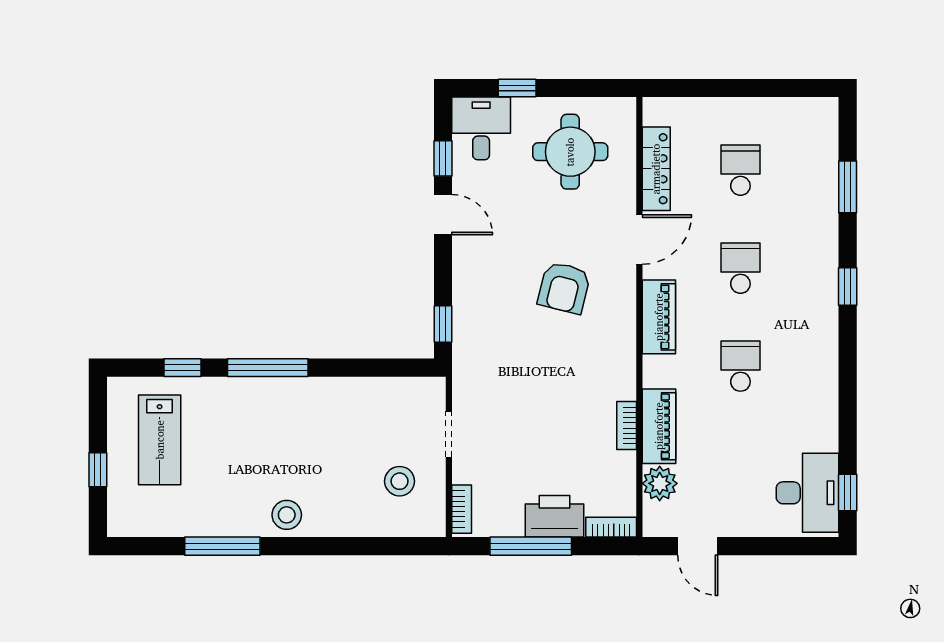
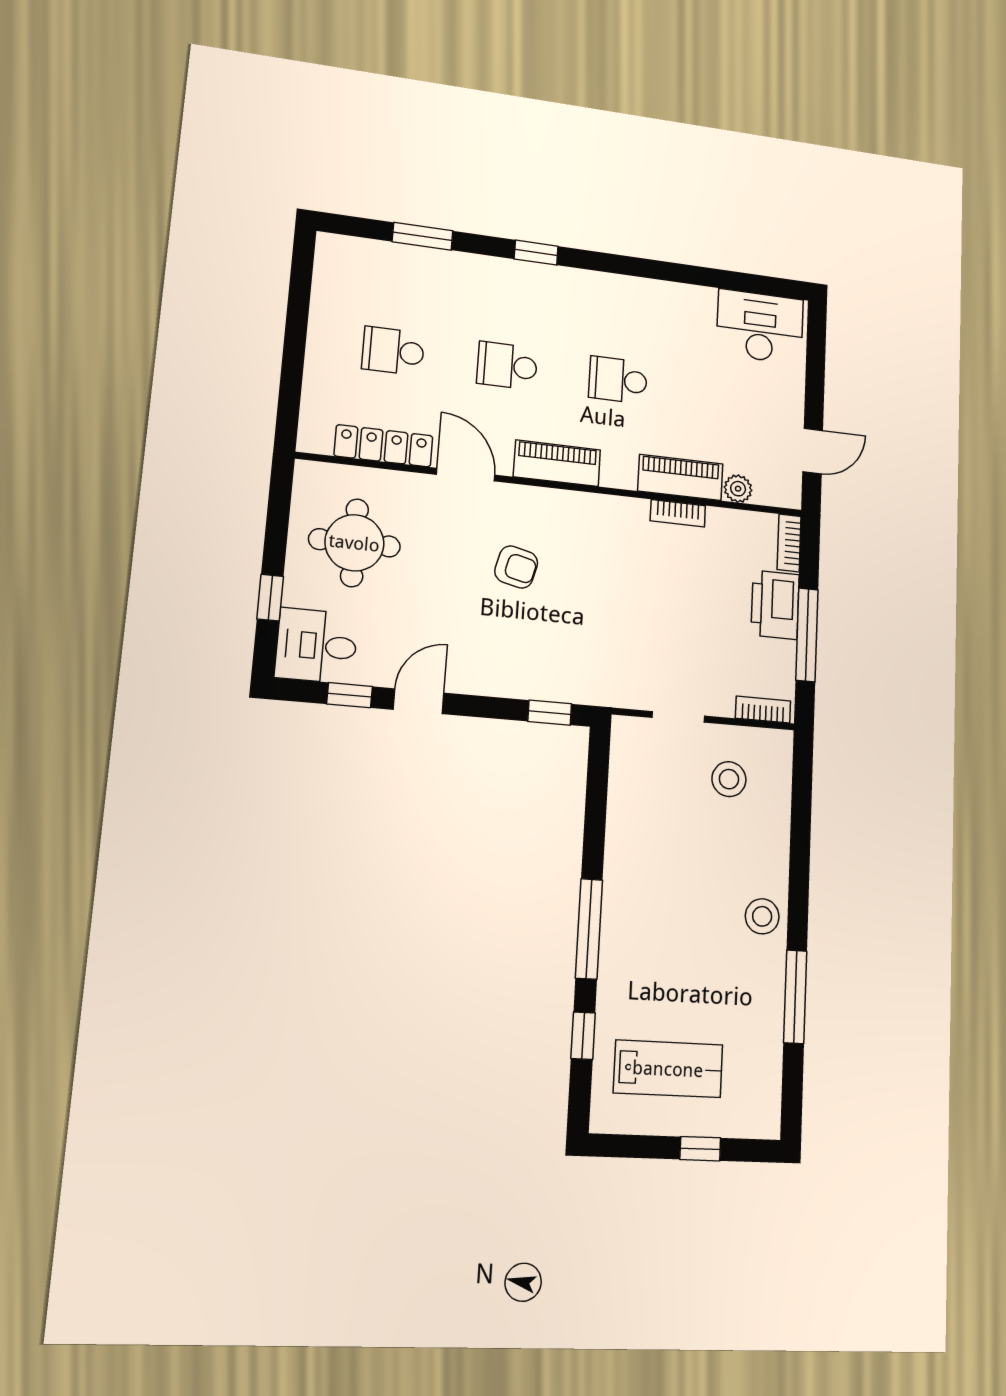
armchair: (564, 288) -> (516, 567), width x0.72, depth x0.72
plant: (660, 483) -> (738, 489), width x0.73, depth x0.73
window: (848, 493) -> (761, 285), removed

